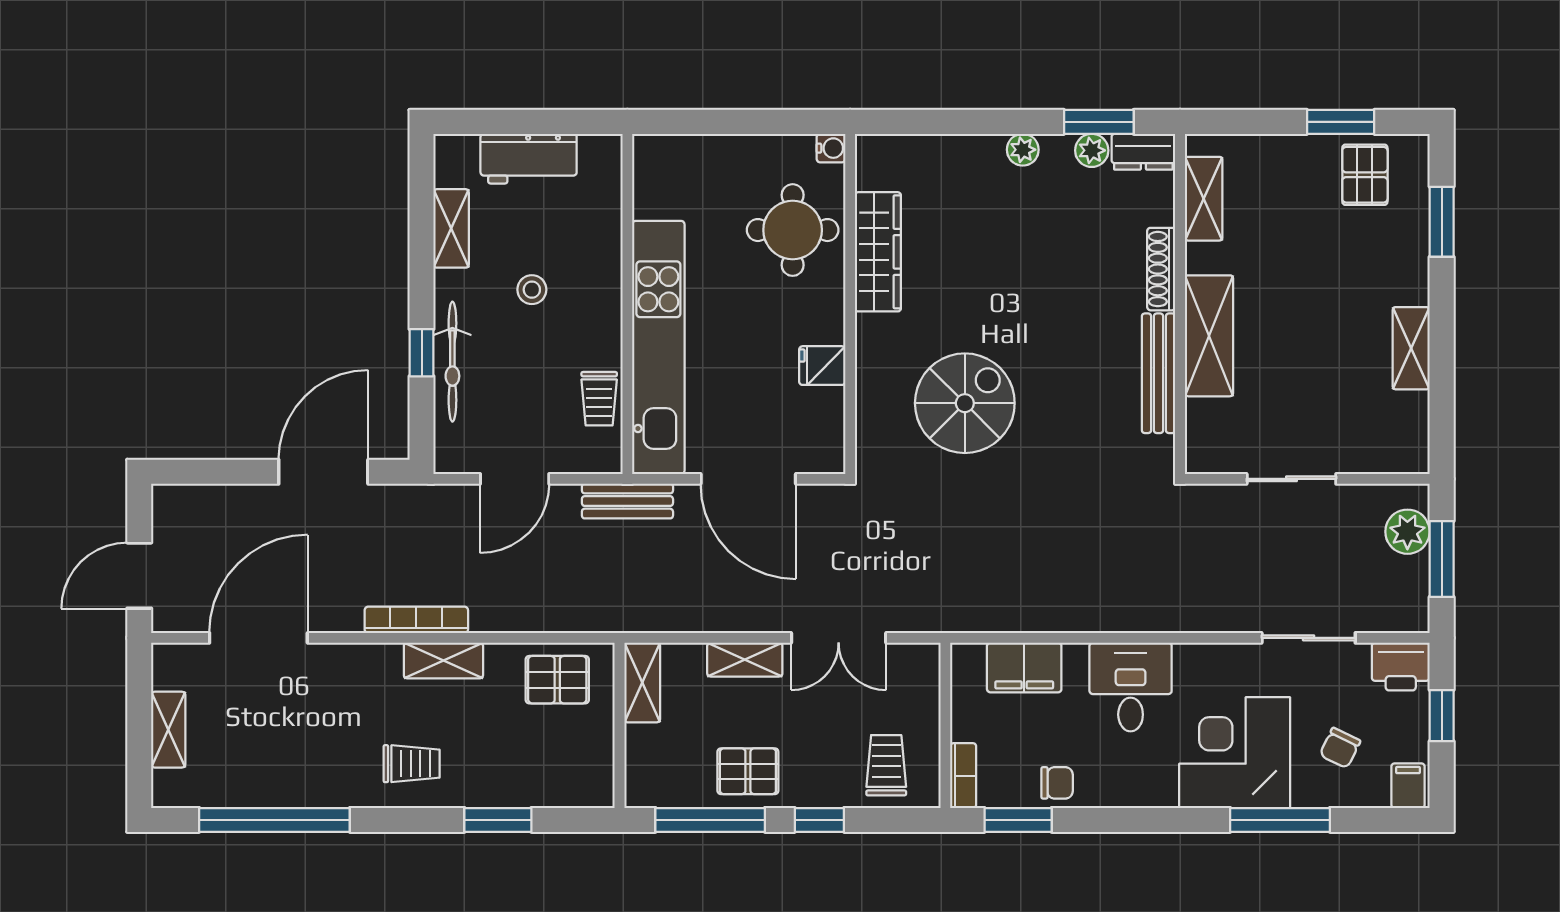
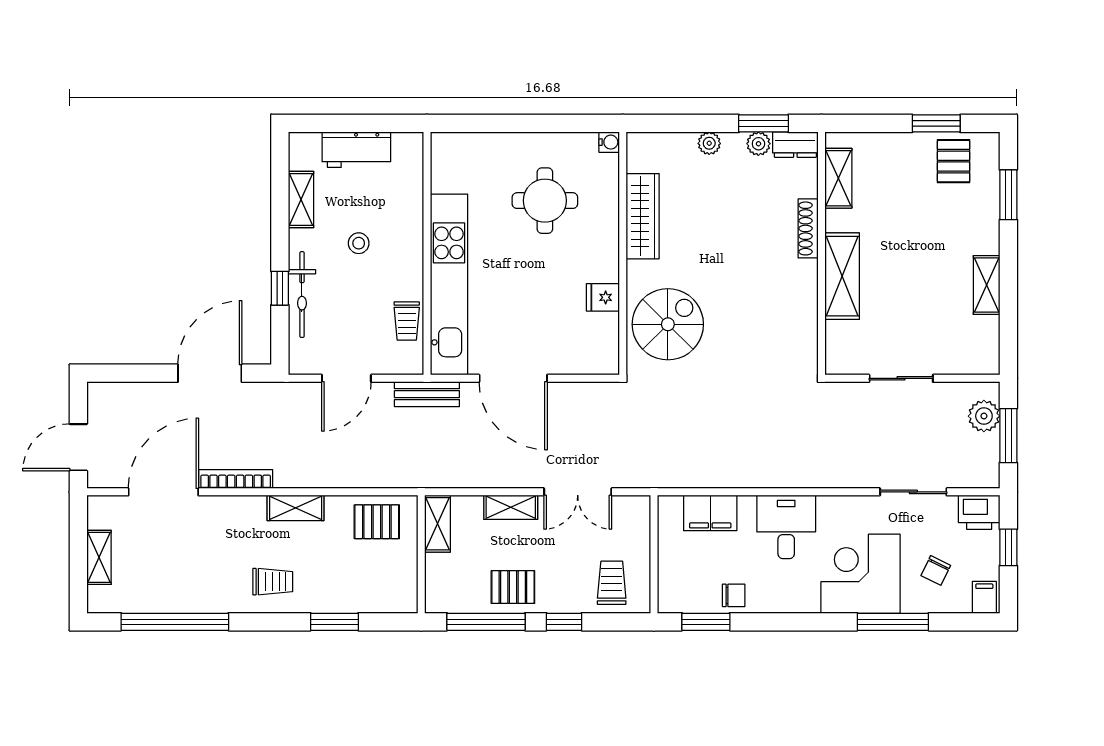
water cooler: (831, 148) -> (609, 142), moved
wardrobe: (878, 252) -> (643, 216), moved
wall: (850, 304) -> (623, 253), moved
fridge: (822, 366) -> (603, 297), moved
bench: (1159, 373) -> (806, 303), removed
bookcase: (416, 620) -> (236, 479), moved
bookcase: (963, 776) -> (667, 590), removed

